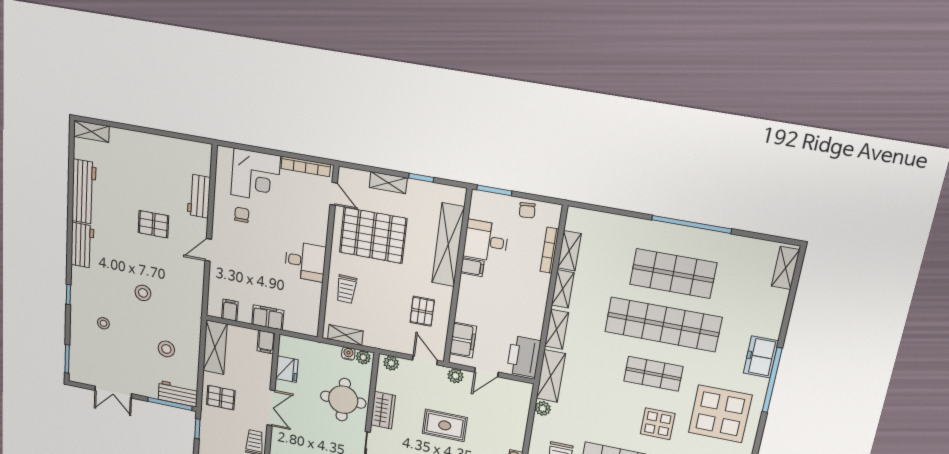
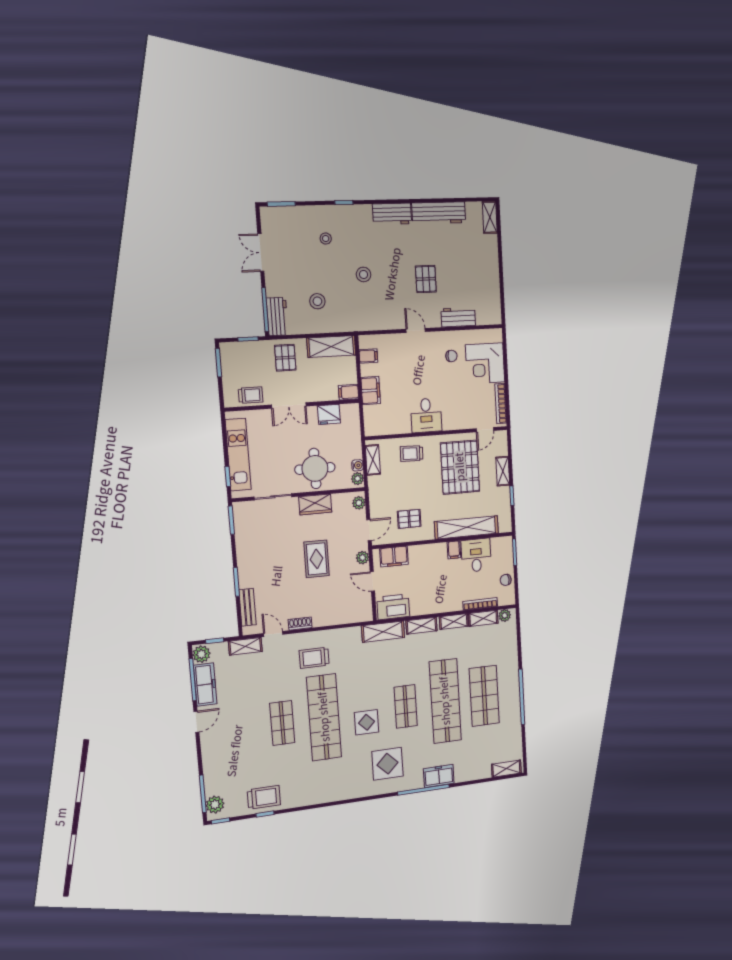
plant: (543, 408) -> (505, 615), moved
display table: (720, 414) -> (387, 764), width x0.73, depth x0.73

